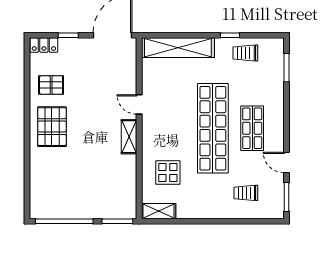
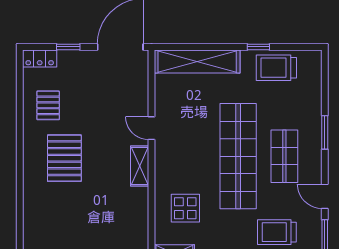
trolley: (245, 53) -> (276, 68), width x1.36, depth x1.39
window: (287, 68) -> (325, 132), moved
pallet: (51, 85) -> (48, 105), turned 90
pallet: (52, 127) -> (64, 158), moved
trolley: (246, 193) -> (277, 232), width x1.36, depth x1.39

